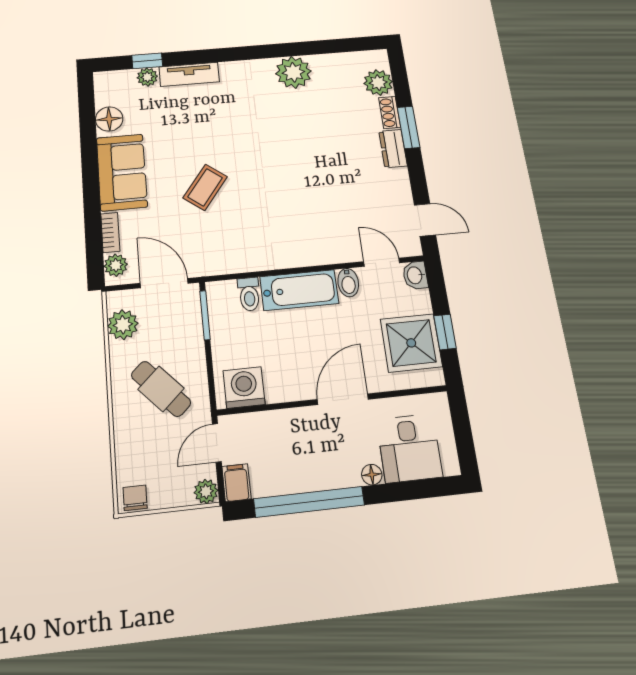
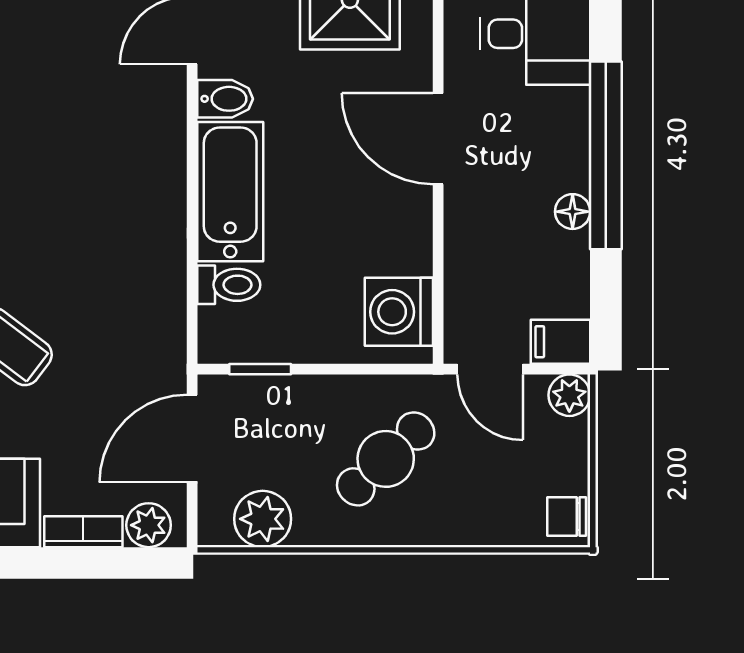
window: (205, 315) -> (260, 369), width x0.67
floor lamp: (372, 475) -> (573, 212), moved
window: (309, 502) -> (606, 155), moved

